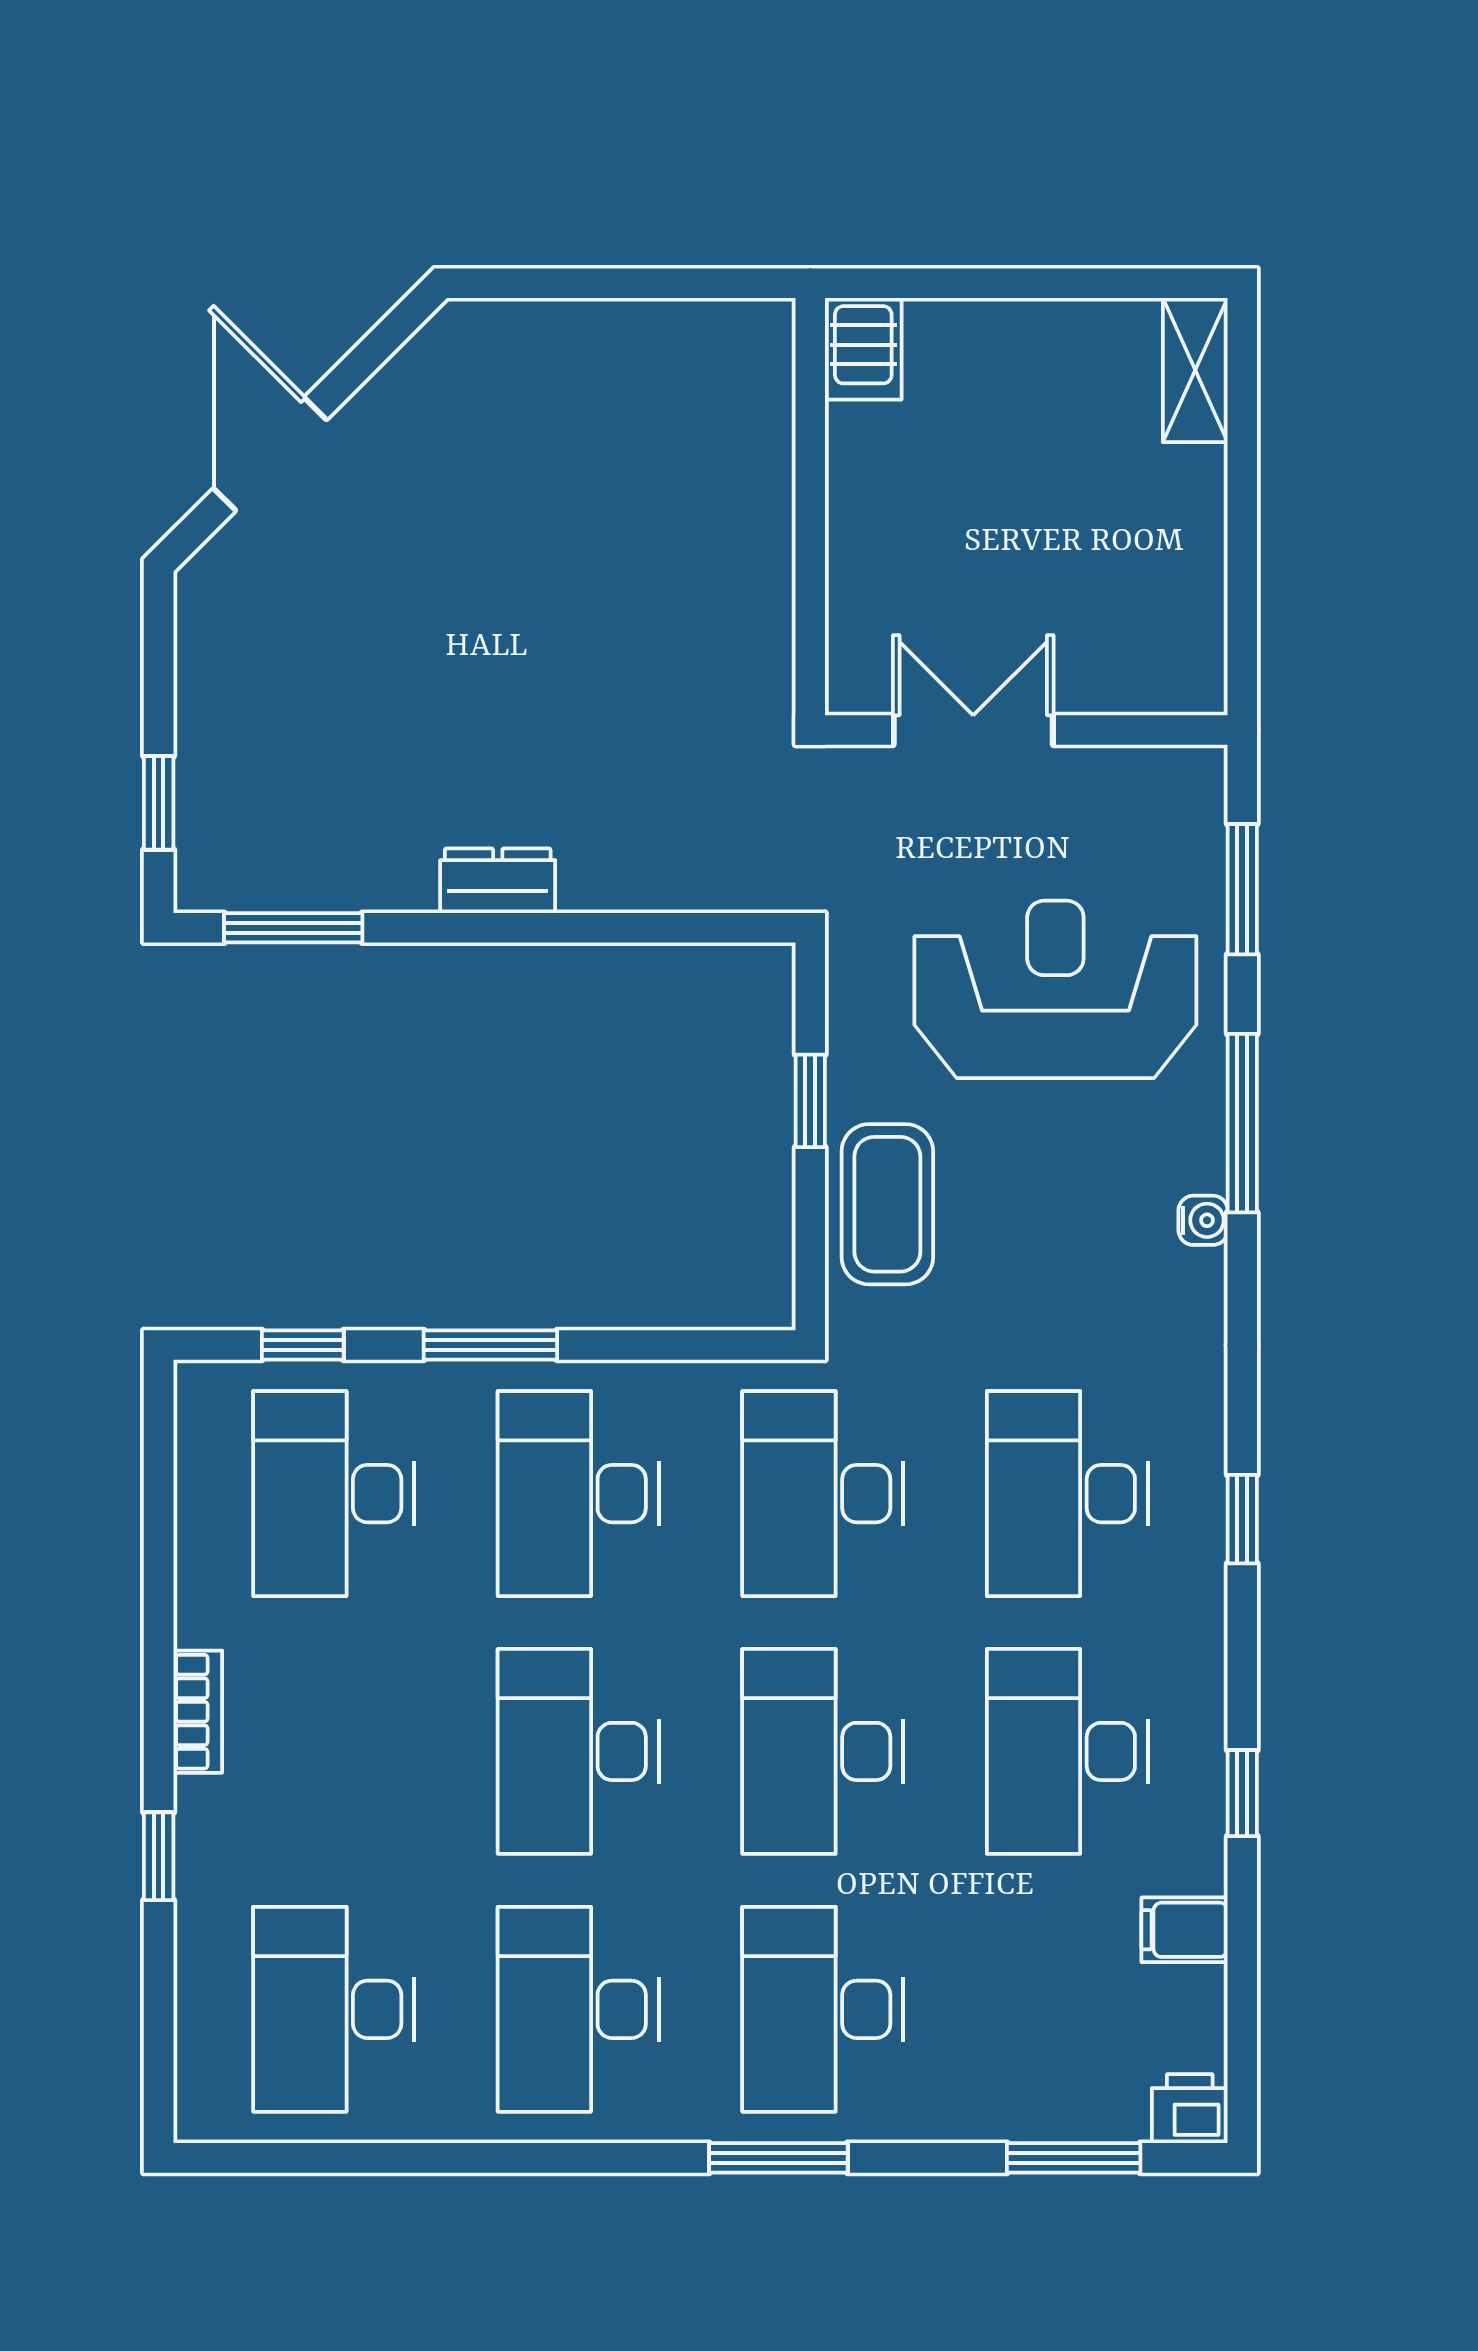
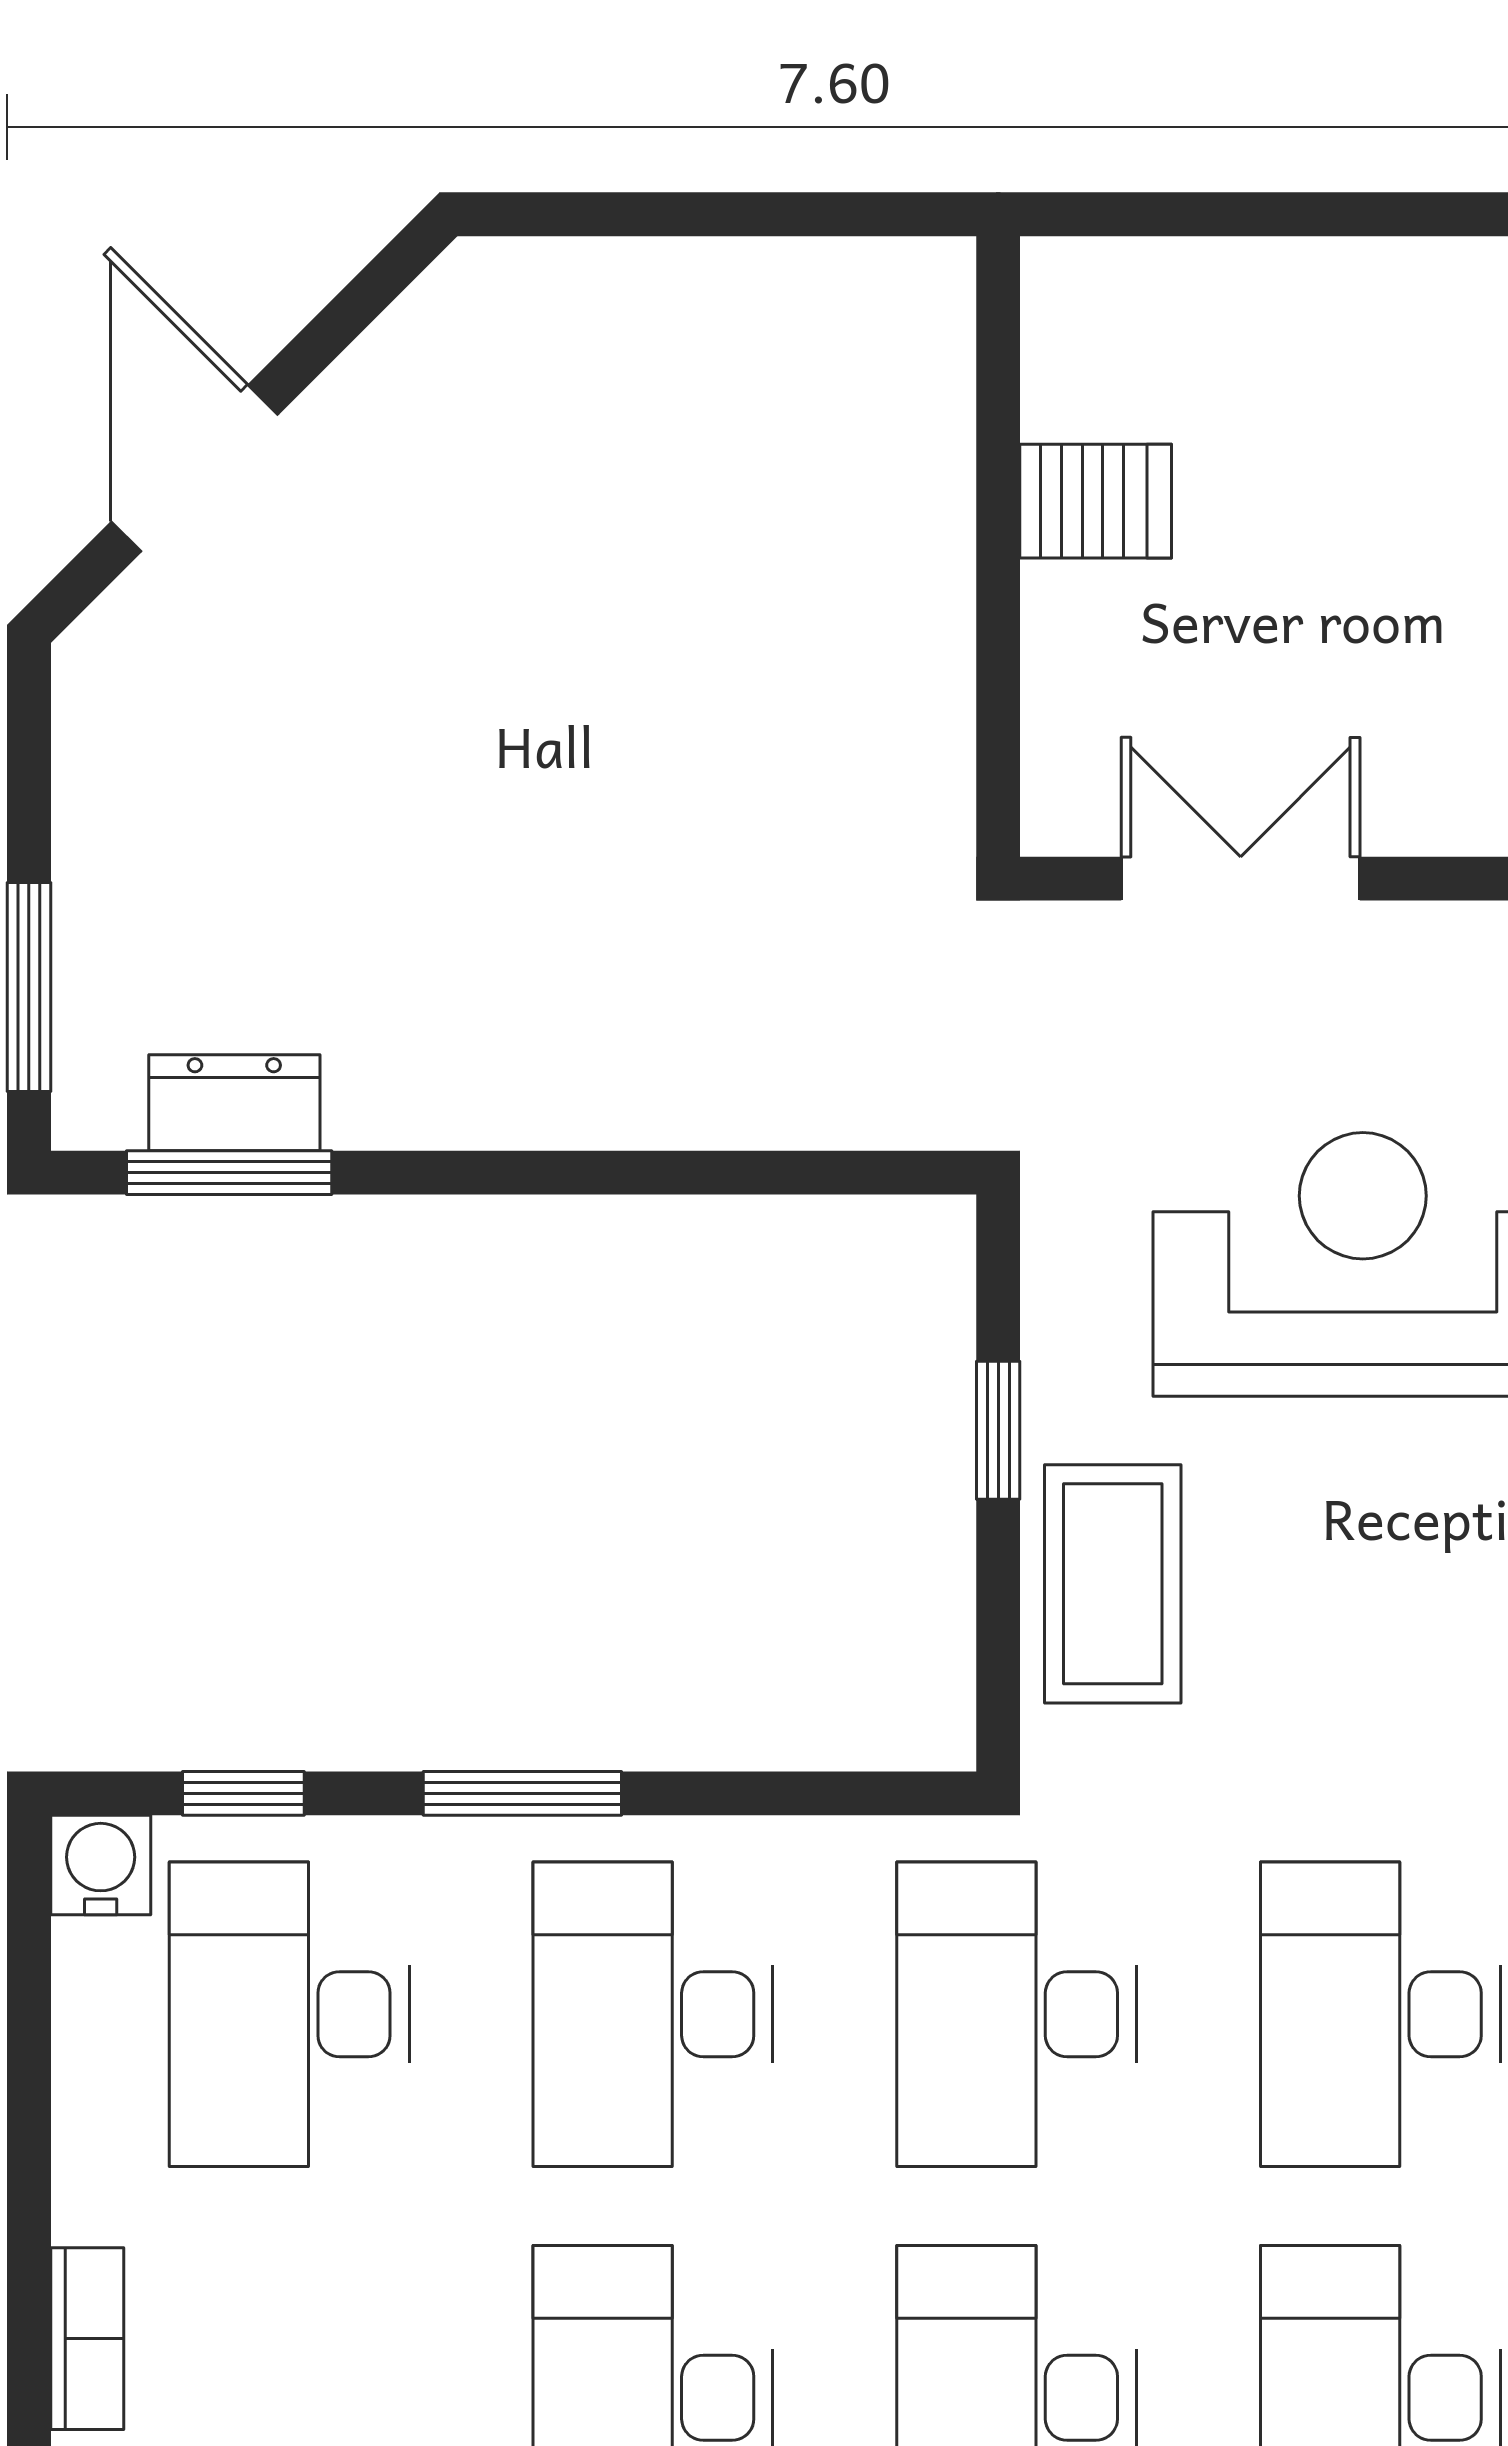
server rack: (863, 349) -> (1096, 501), moved, turned -90
window: (159, 803) -> (29, 987), width x1.50
dresser: (498, 881) -> (234, 1103), moved
water cooler: (207, 1393) -> (101, 1865), added

